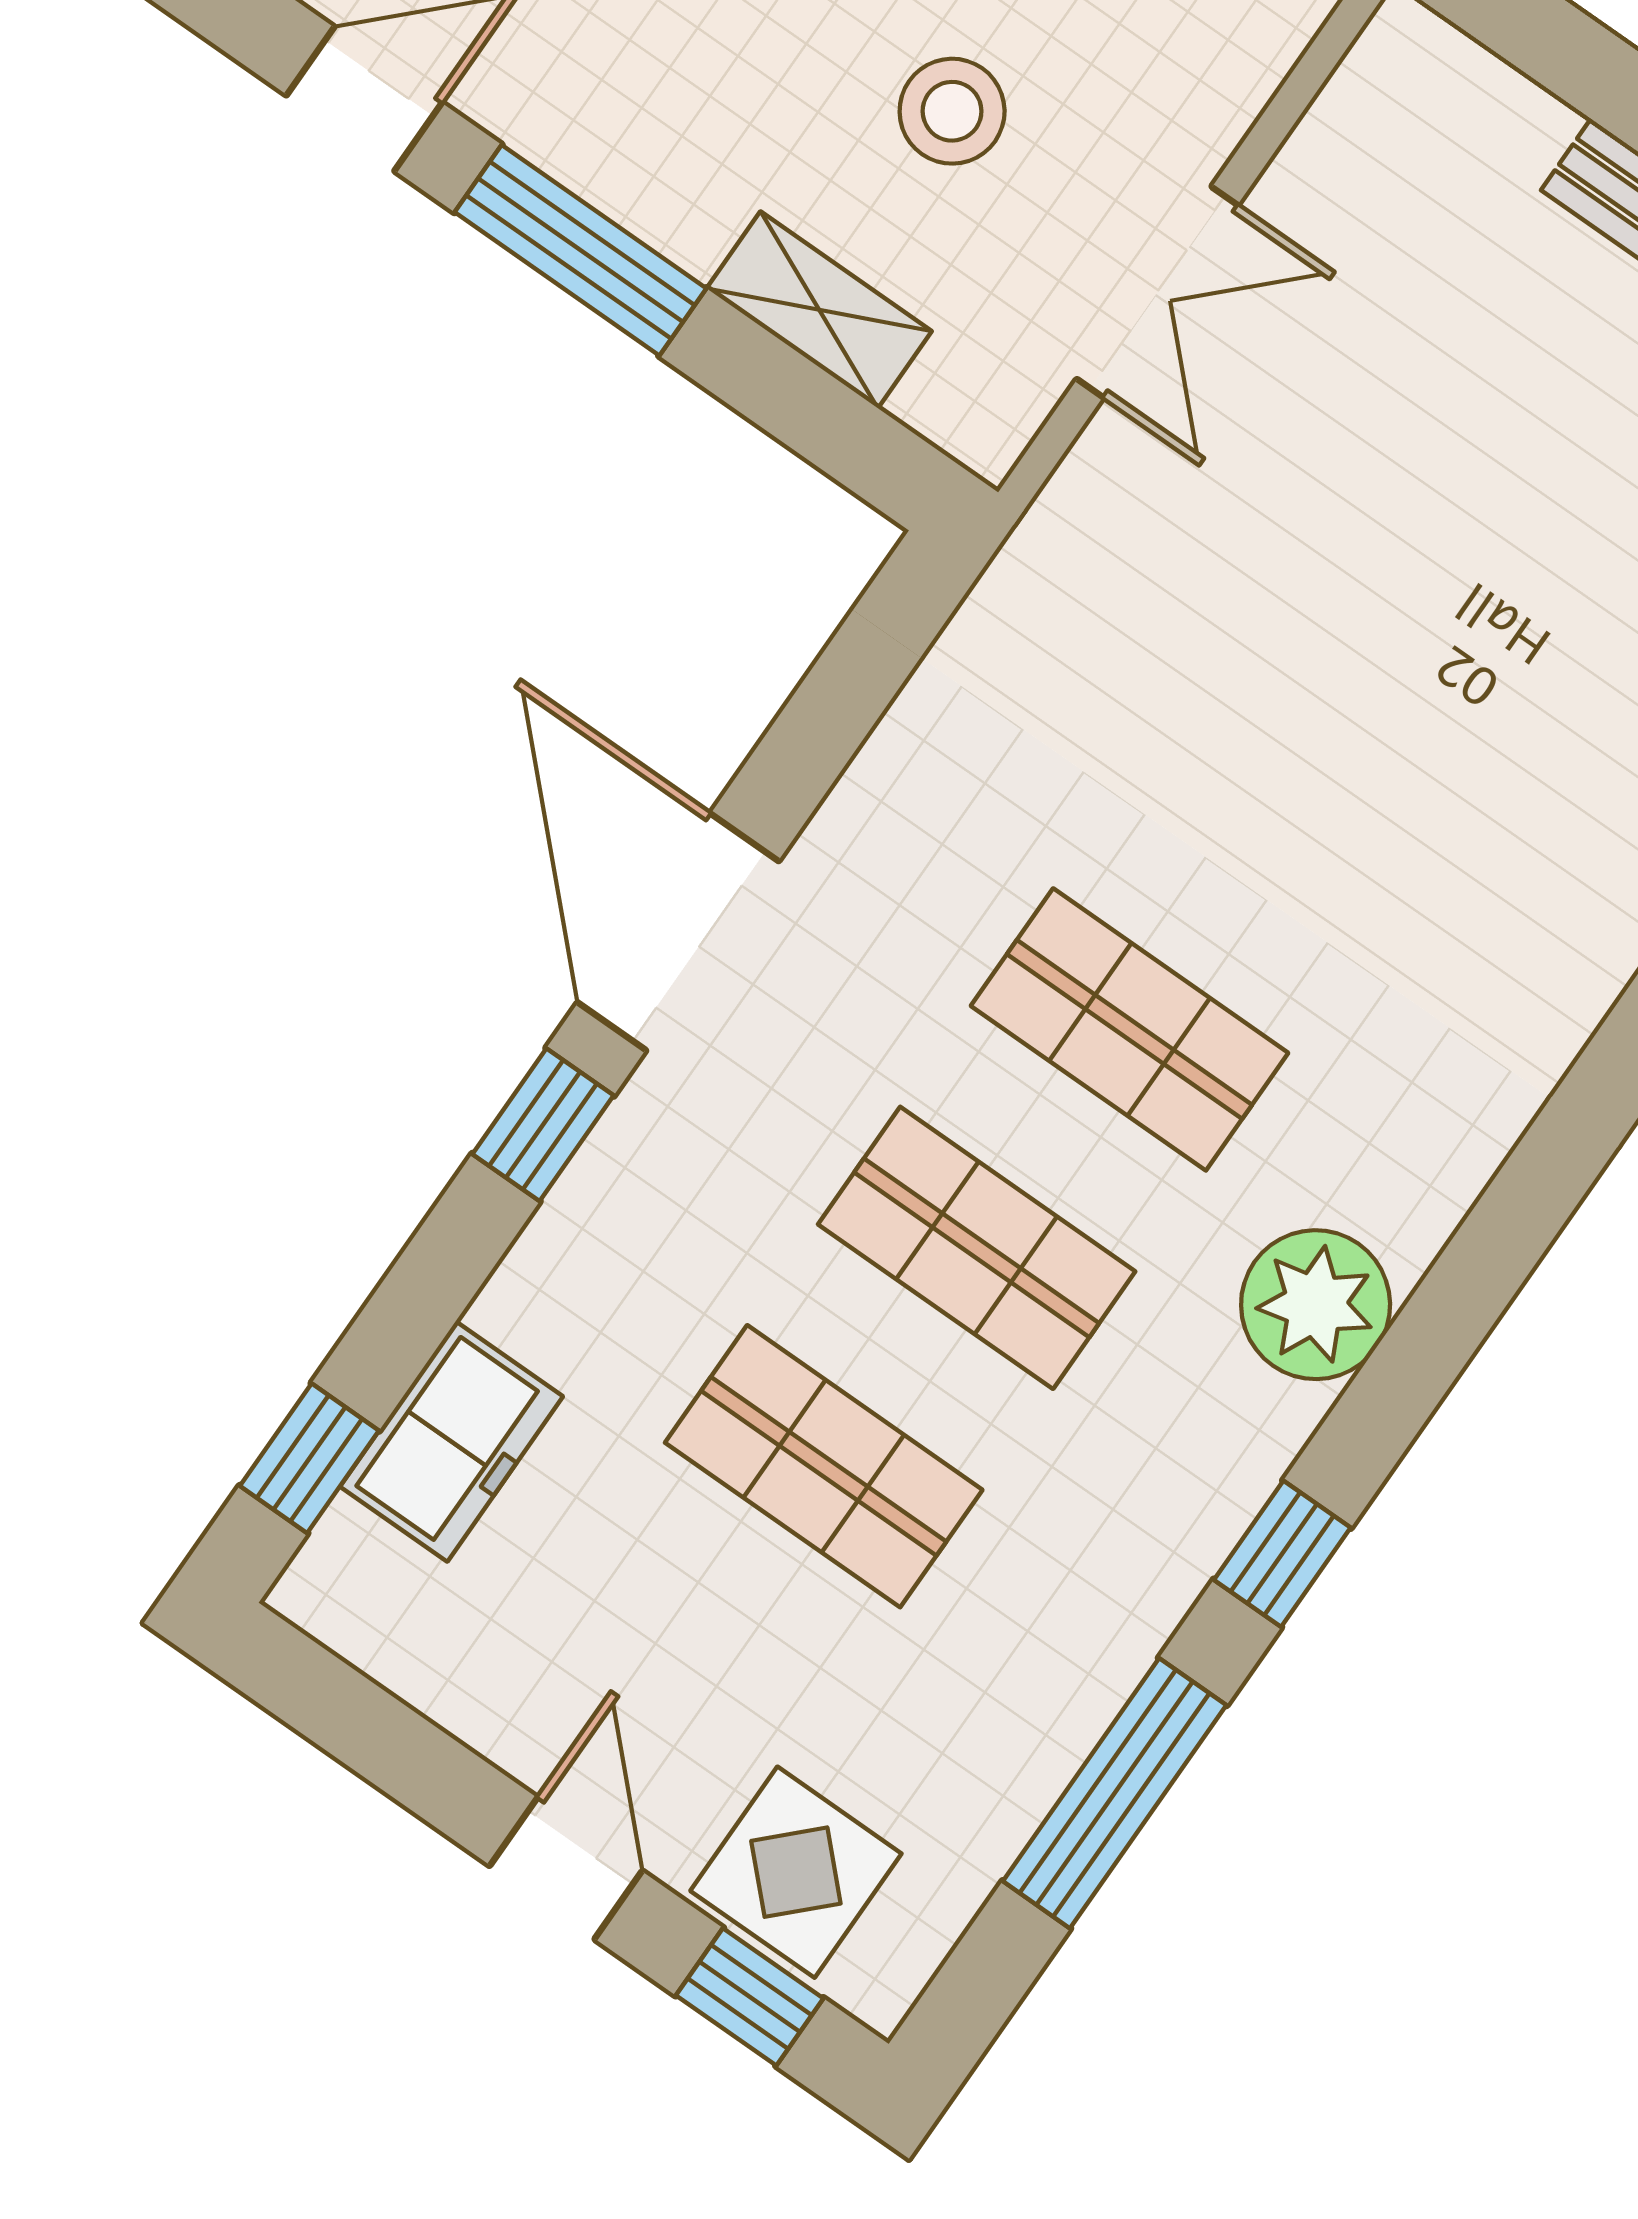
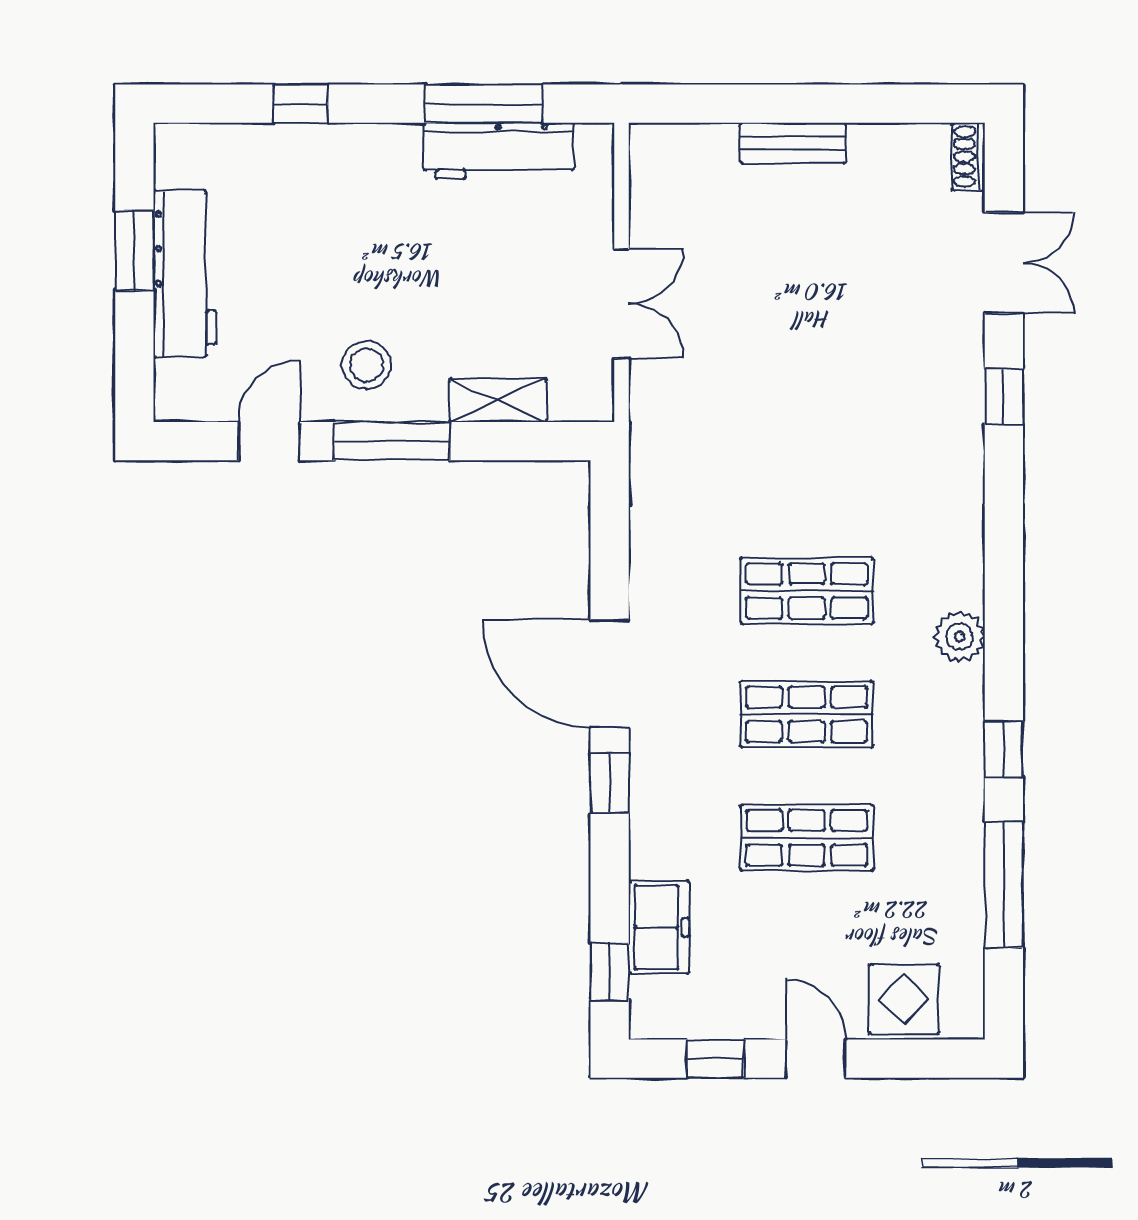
stool: (952, 111) -> (367, 365), moved
plant: (1316, 1305) -> (960, 637), width x0.73, depth x0.73
window: (750, 1997) -> (715, 1059), moved

